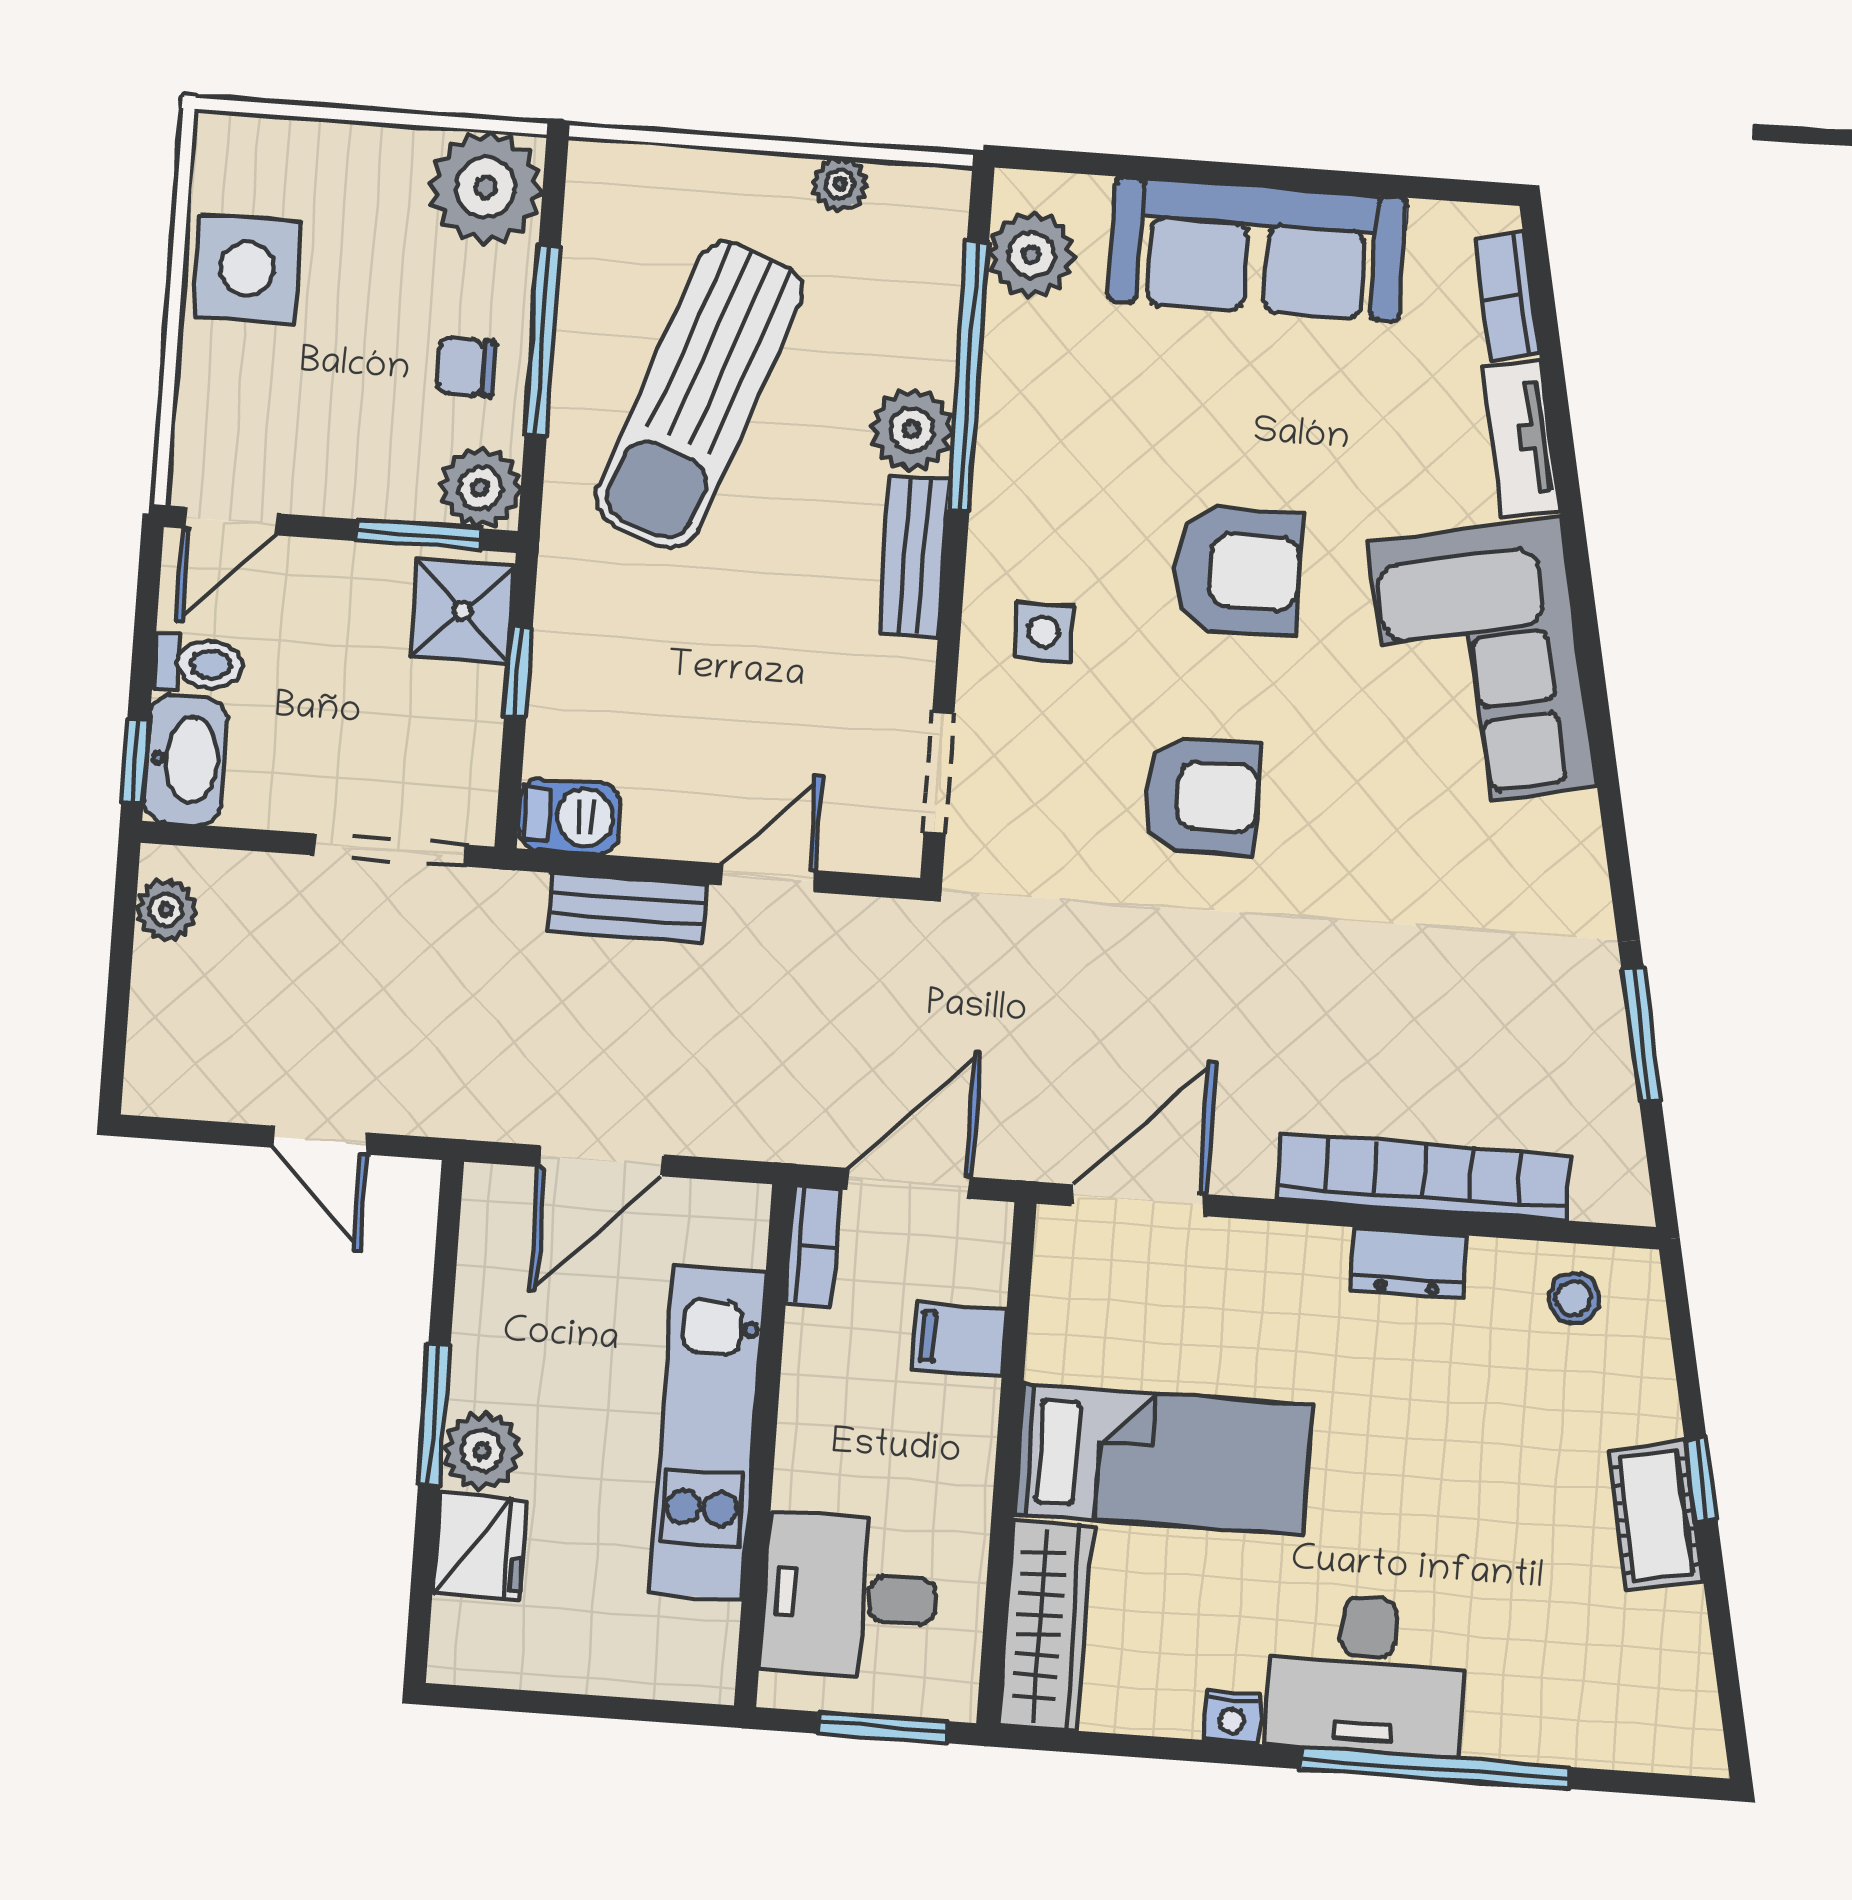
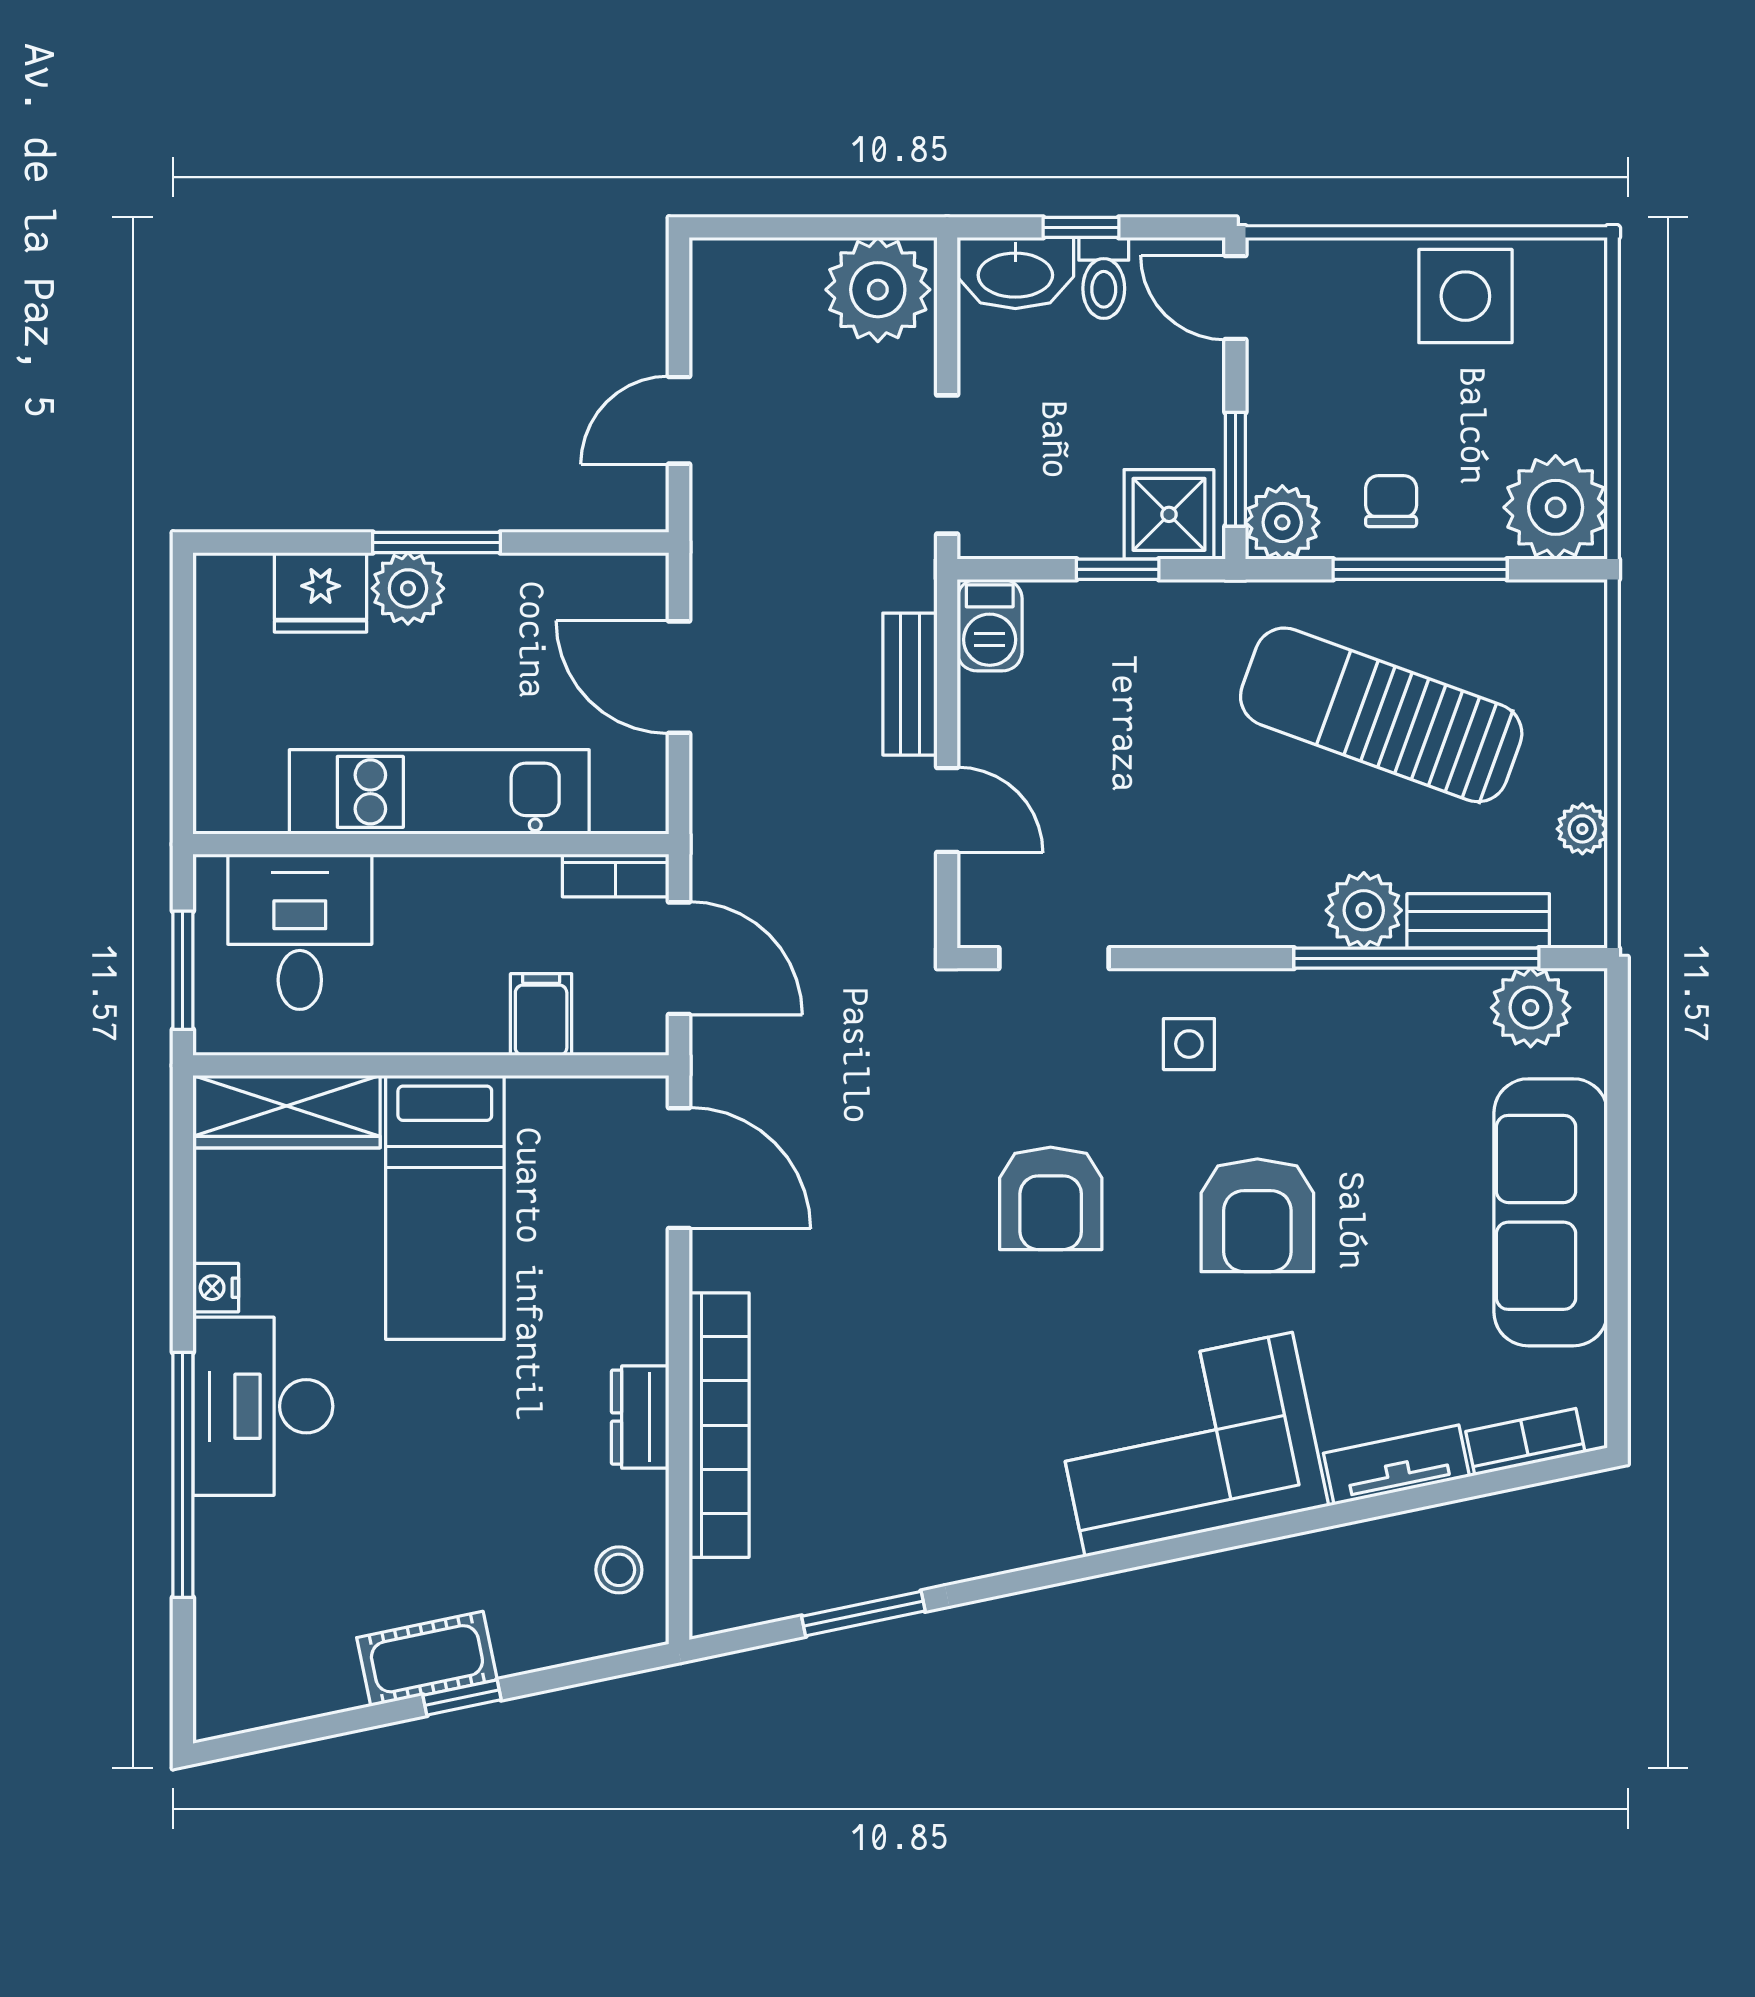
bench: (914, 556) -> (1478, 921), moved
window: (135, 761) -> (1081, 227), moved
plant: (166, 910) -> (878, 290), width x1.88, depth x1.88

